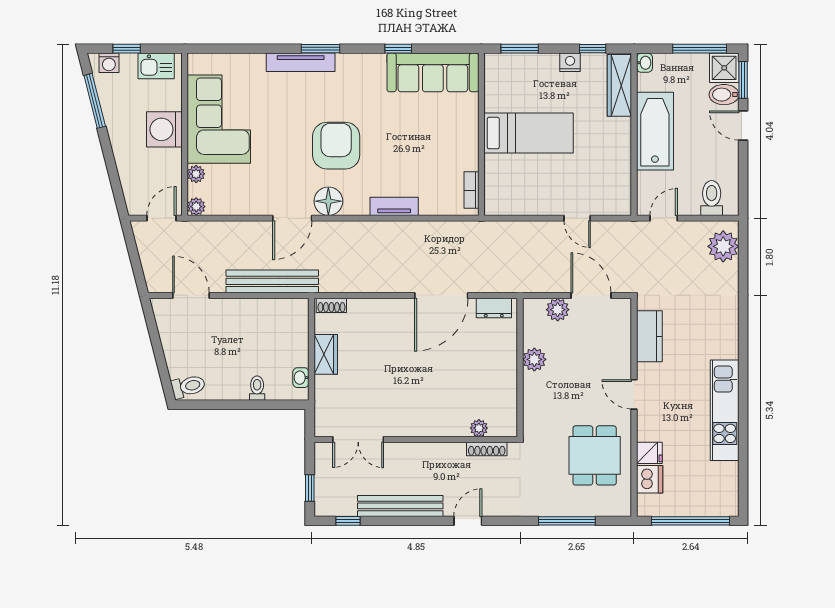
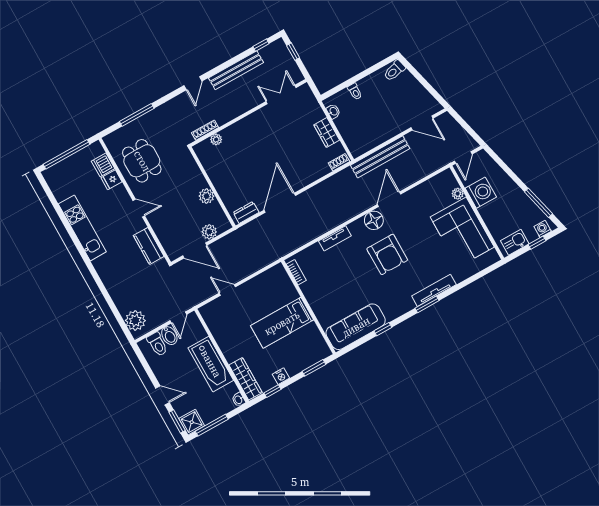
bidet: (724, 95) -> (169, 336), moved, turned 90
washing machine: (164, 129) -> (481, 193), moved
plant: (196, 207) -> (447, 175), removed

